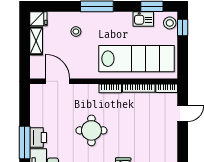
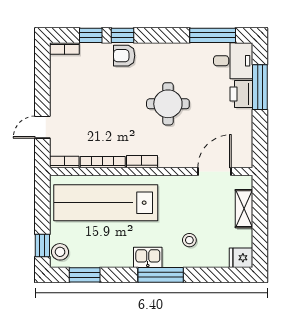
kitchen sink: (143, 19) -> (148, 257), moved
shelving: (36, 41) -> (244, 209), moved
door: (58, 81) -> (215, 171), swing flipped

